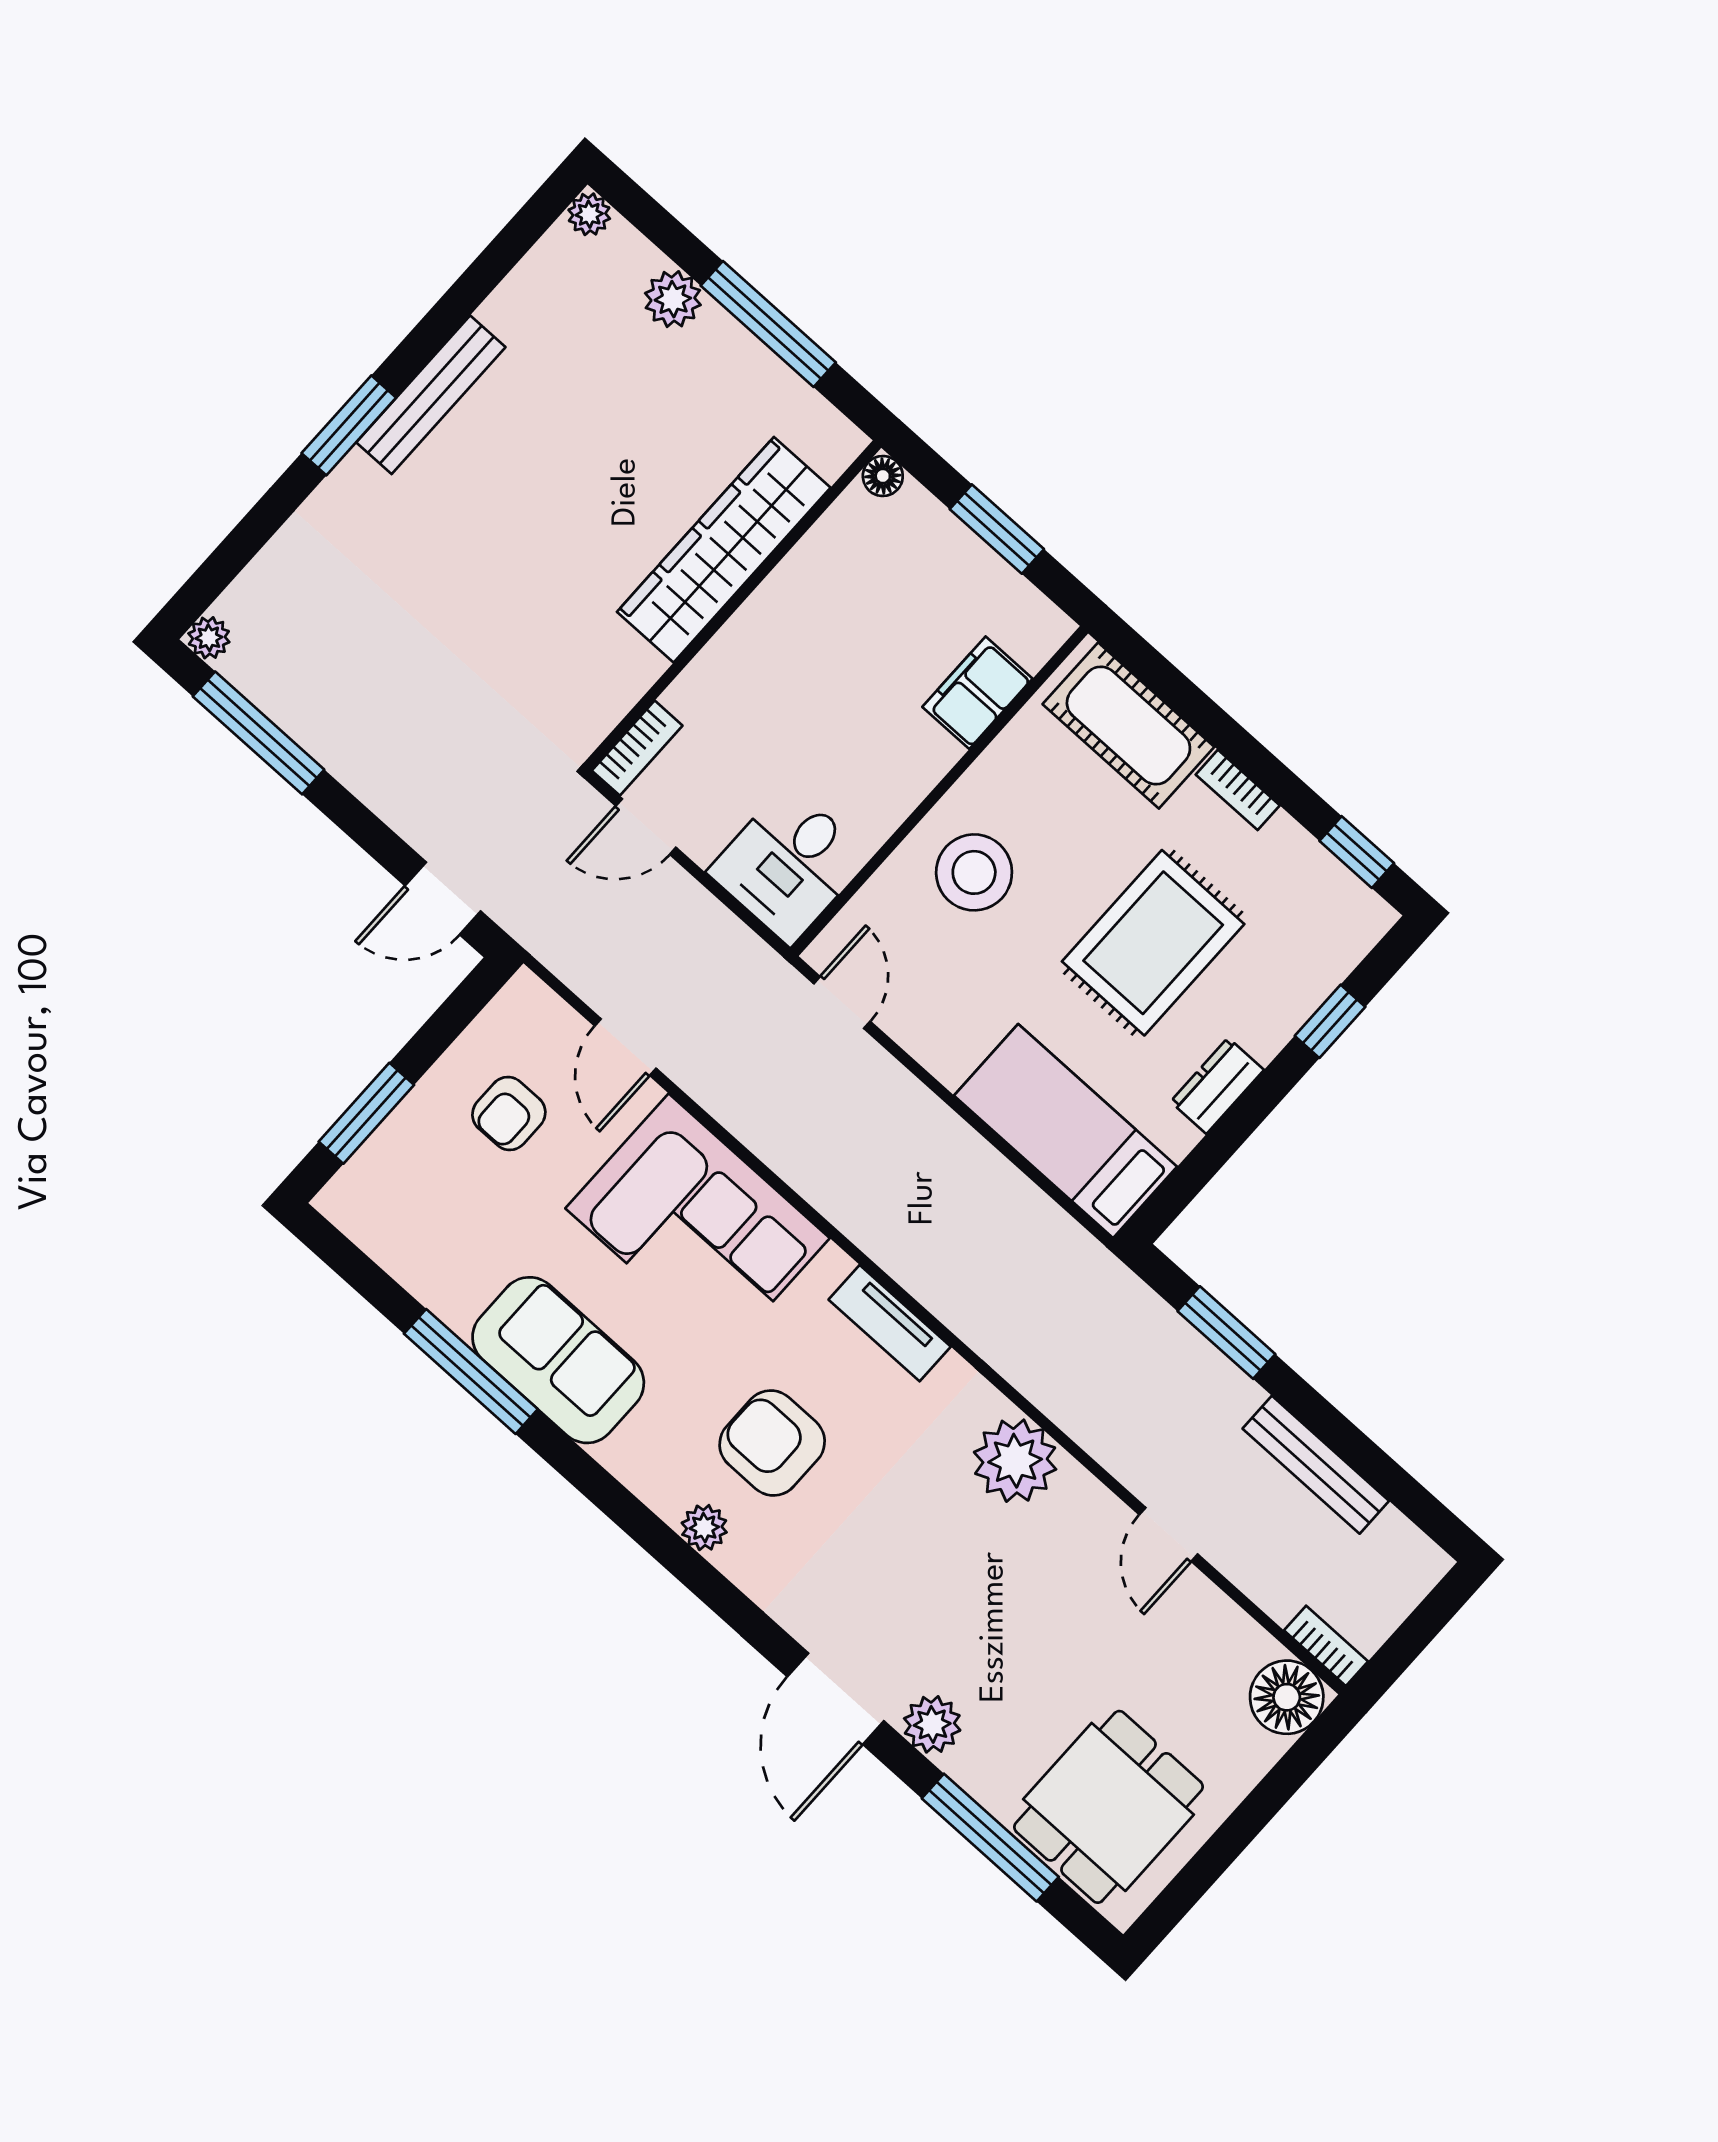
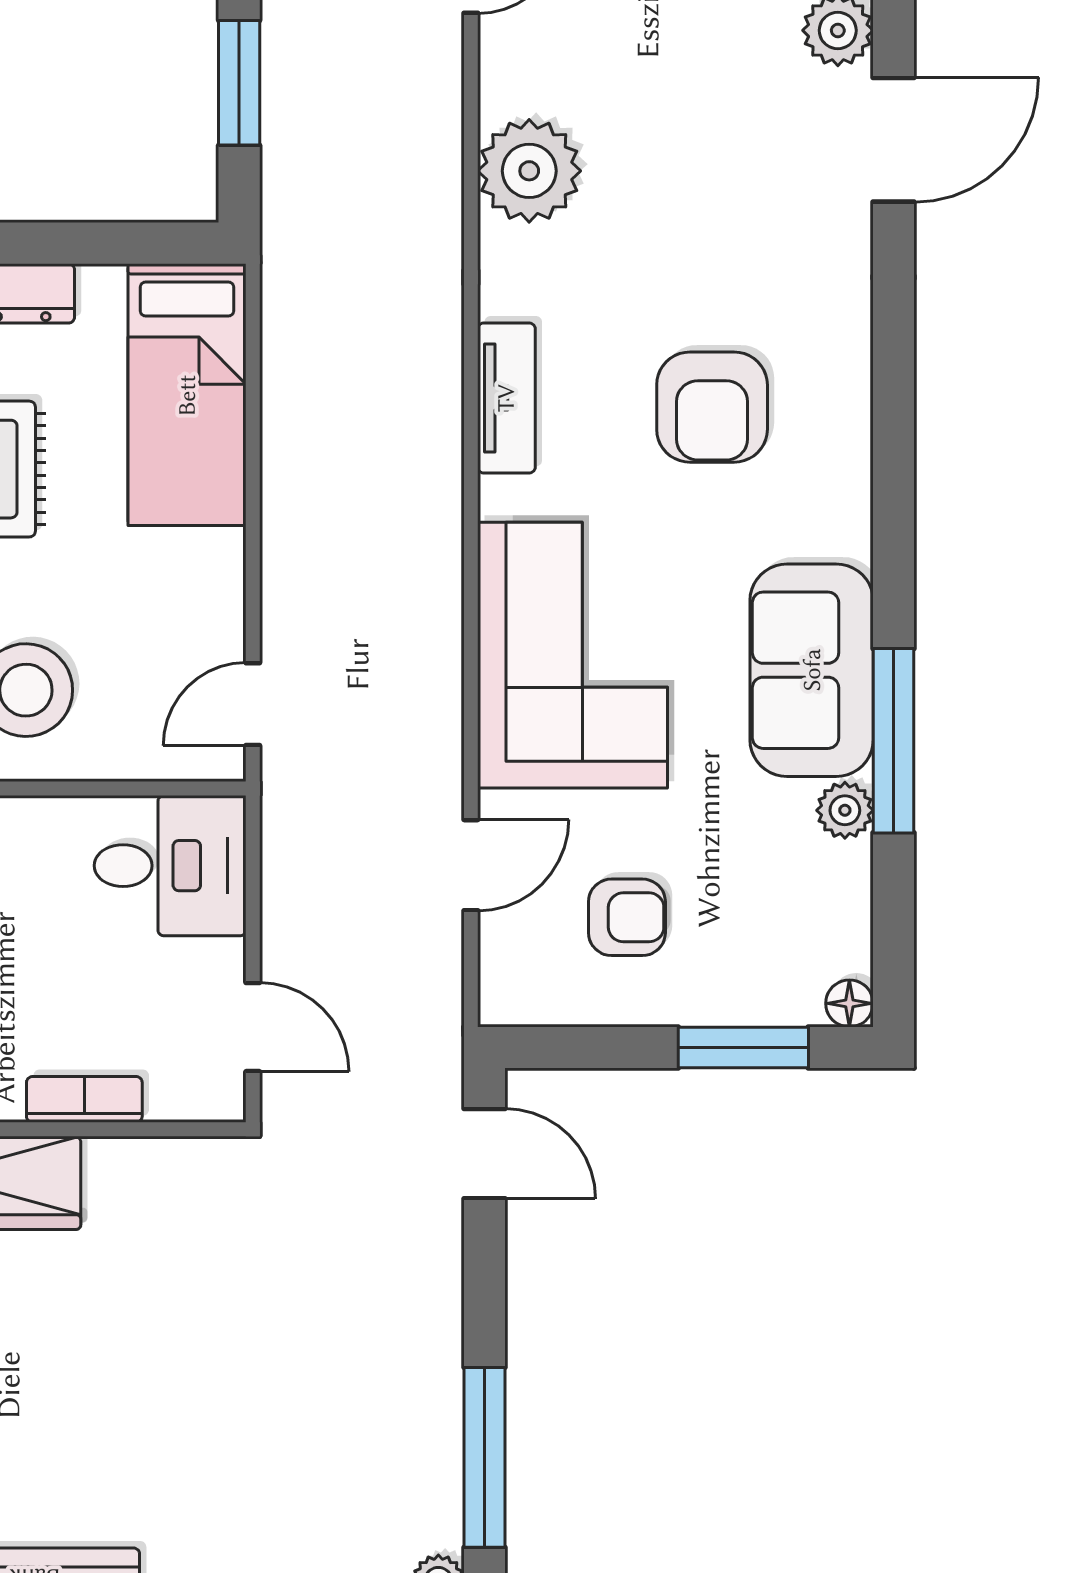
bookcase: (637, 748) -> (84, 1099), moved
floor lamp: (335, 1202) -> (849, 1003), added
plant: (704, 1528) -> (845, 810), moved

